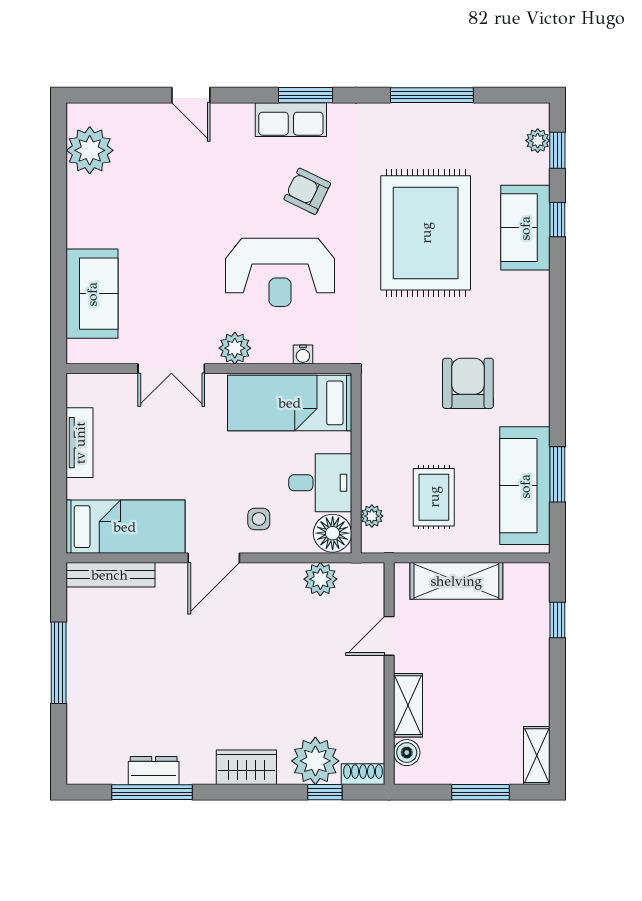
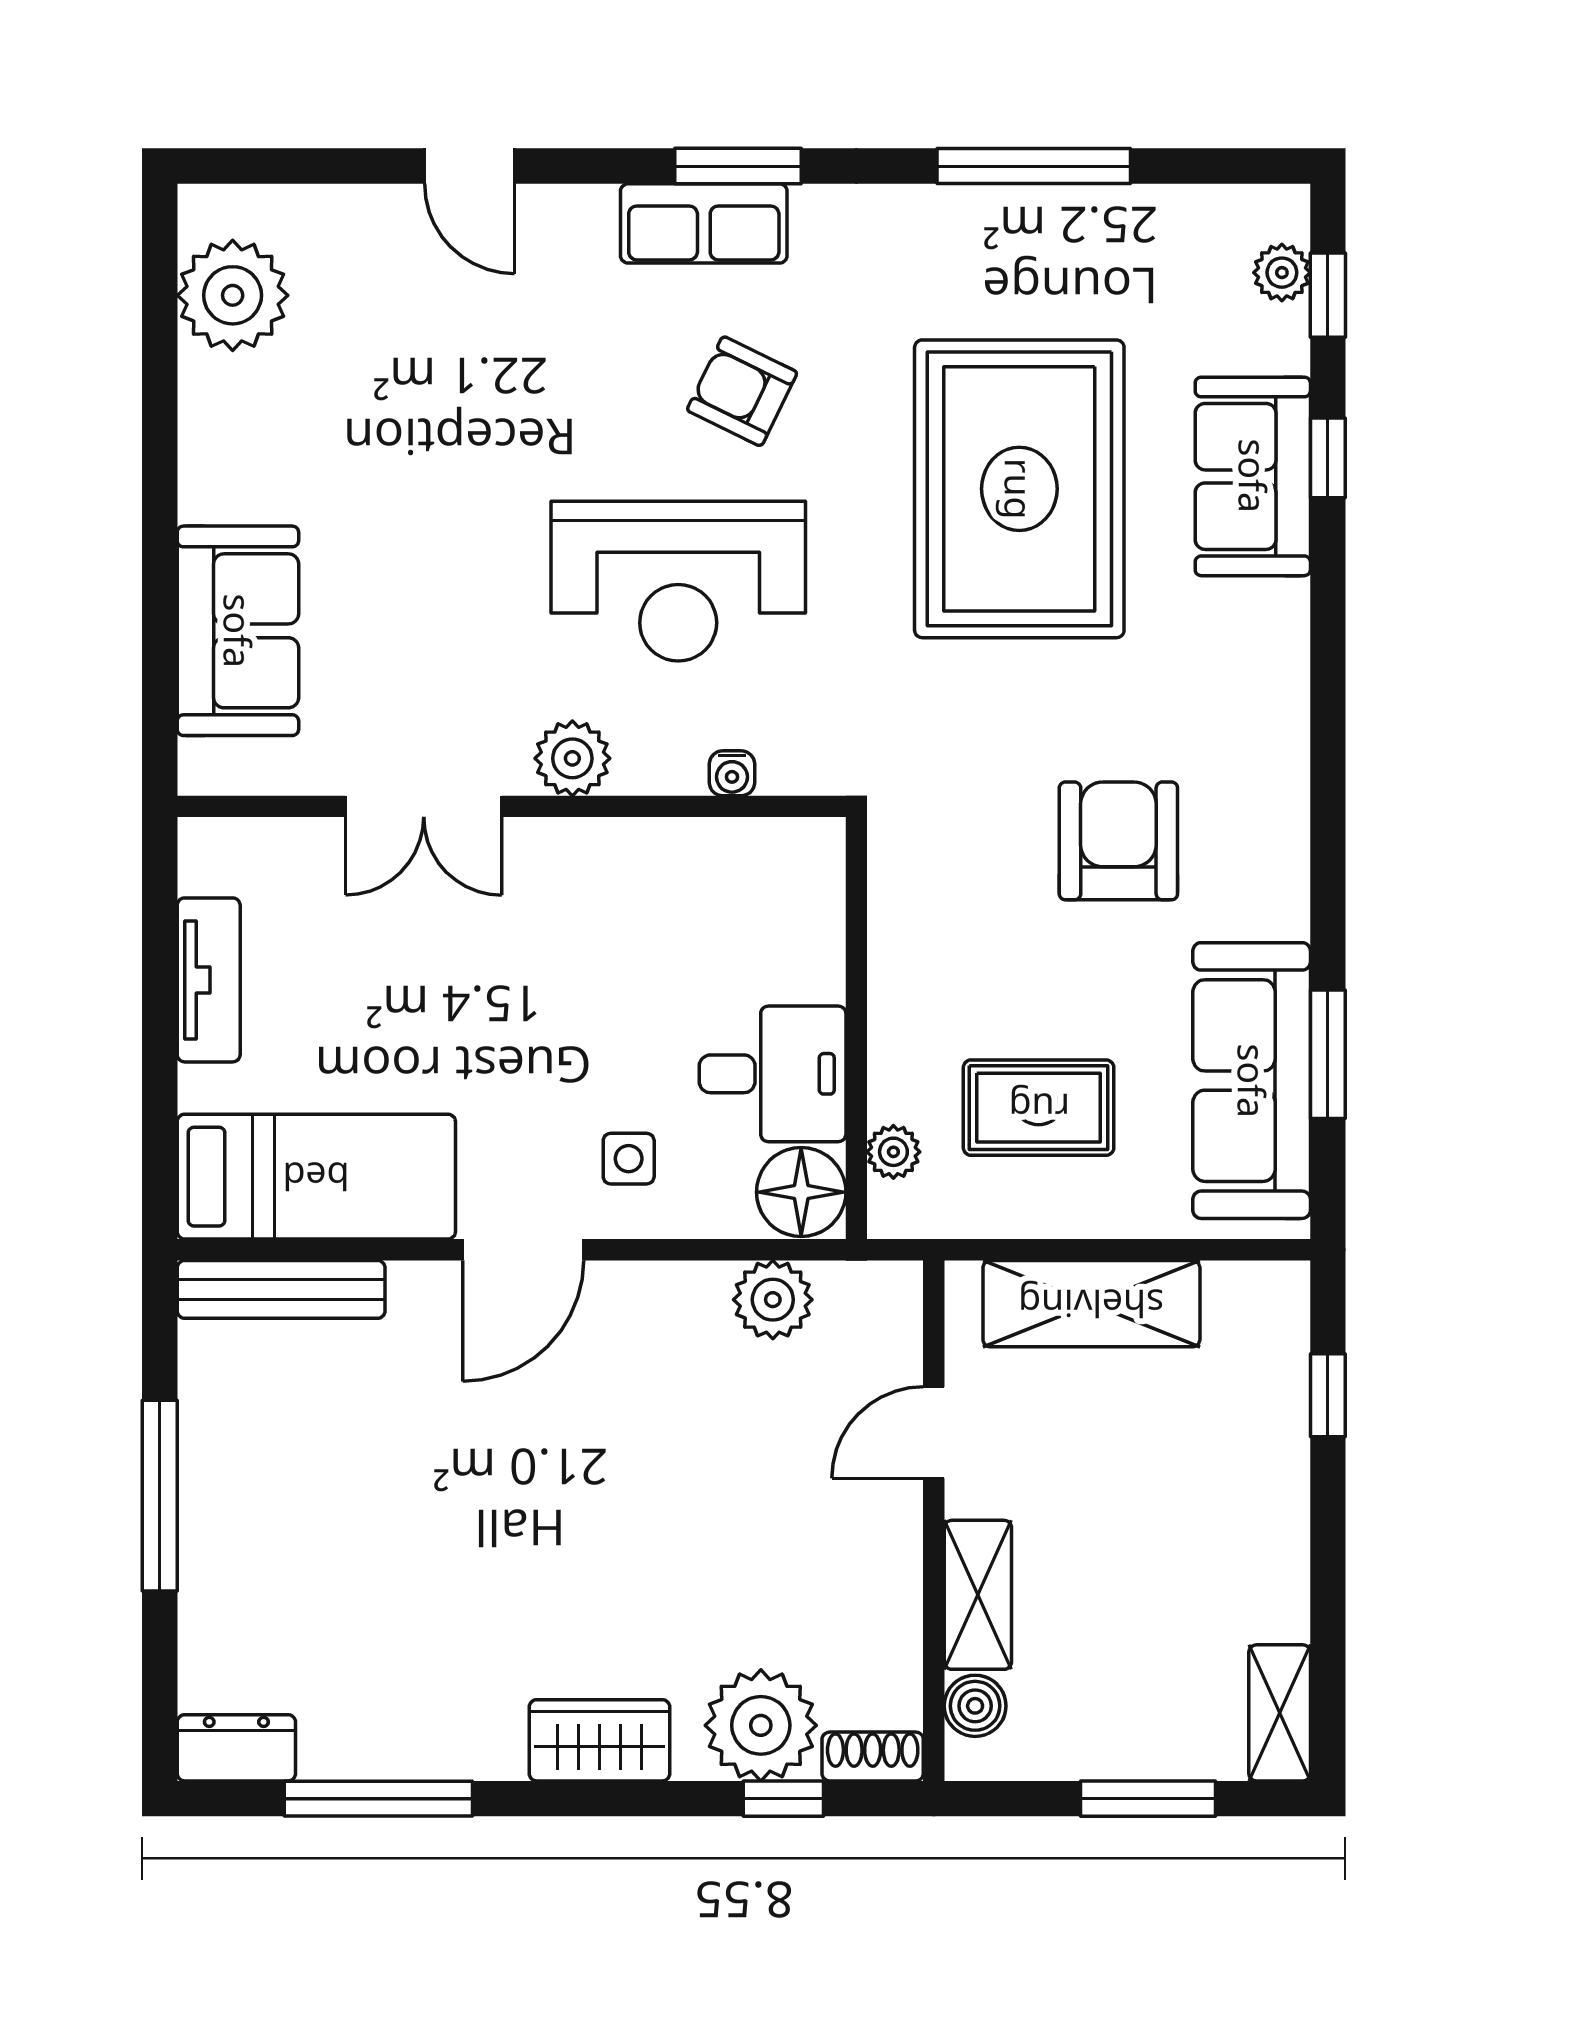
bed: (290, 403) -> (701, 887), removed
rug: (434, 497) -> (1039, 1108), turned 90
dresser: (154, 771) -> (236, 1748), moved

